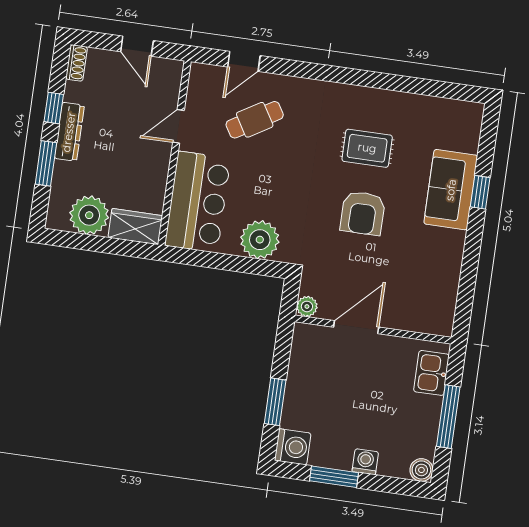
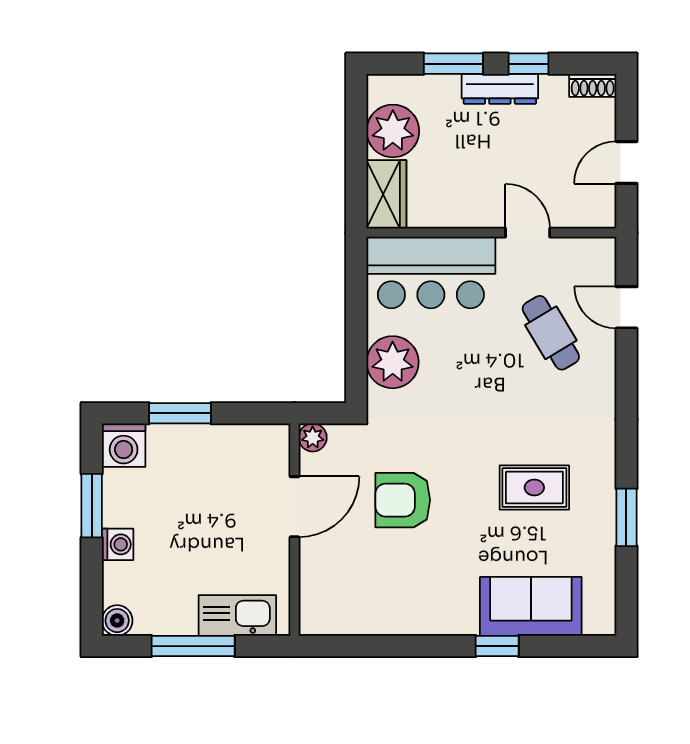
window: (399, 83) -> (626, 517), added
rug: (367, 148) -> (534, 488), turned 90
sofa: (451, 190) -> (531, 606), moved
armchair: (363, 213) -> (403, 500), moved
door: (356, 327) -> (295, 507), hinge flipped
kitchen sink: (431, 373) -> (237, 615), width x1.38

